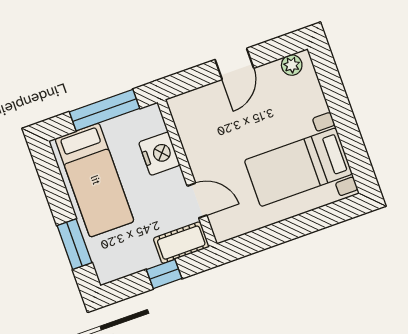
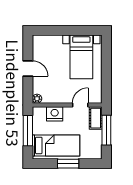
plant: (292, 65) -> (37, 99), moved
window: (74, 244) -> (68, 164), moved
window: (164, 274) -> (106, 130), width x2.17

